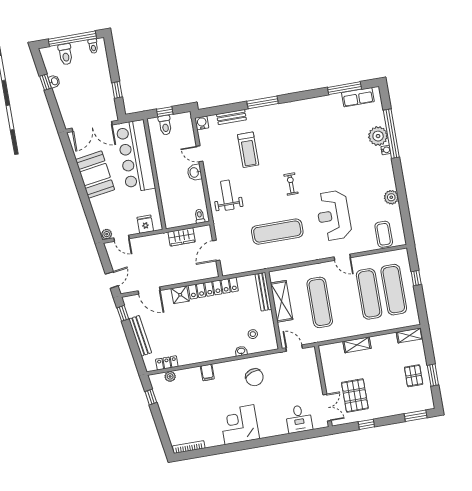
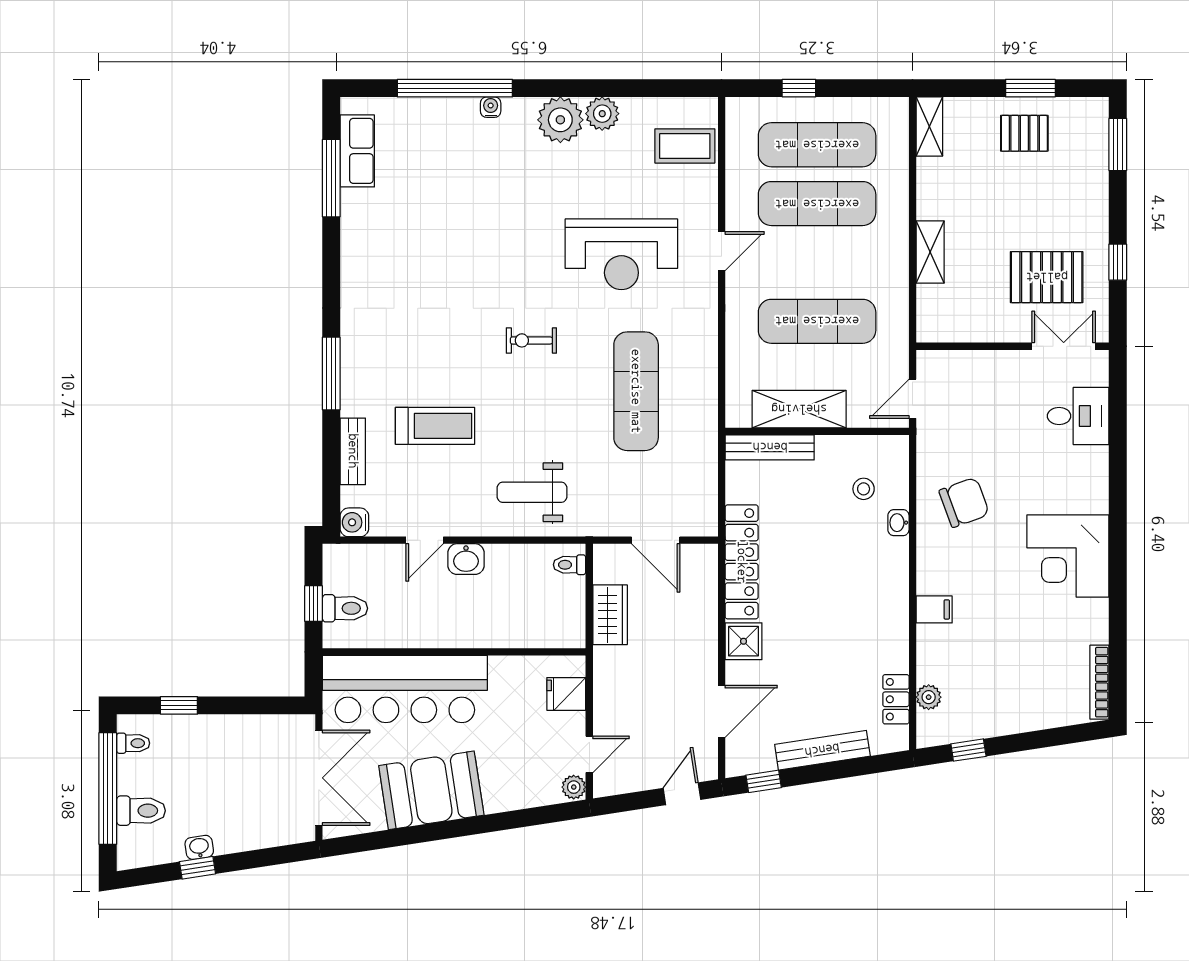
window: (117, 90) -> (179, 705), moved
plant: (378, 136) -> (560, 120), moved
door: (112, 280) -> (682, 794), hinge flipped

